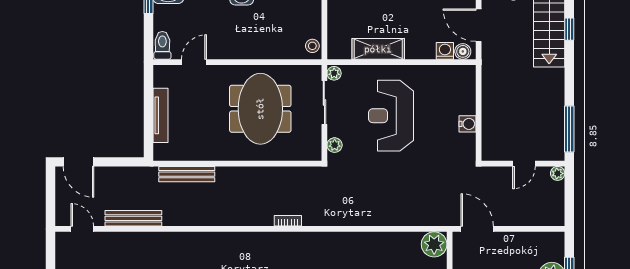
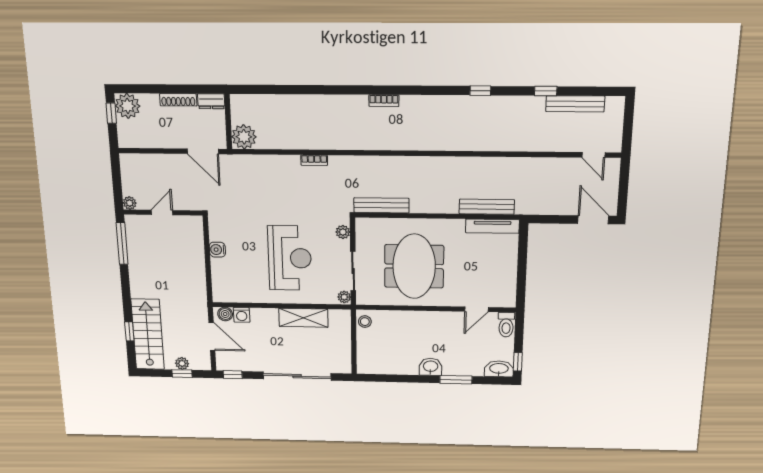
tv unit: (160, 115) -> (492, 226), moved, turned -90
bench: (133, 218) -> (381, 205), moved
bookcase: (288, 221) -> (314, 160), moved

